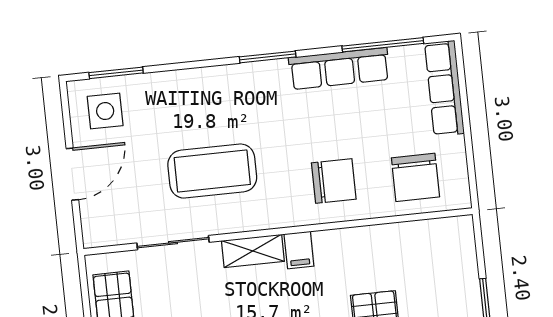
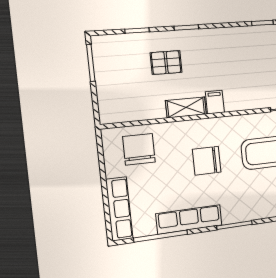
chair: (334, 181) -> (207, 161), moved
shelving: (253, 251) -> (186, 107), moved

